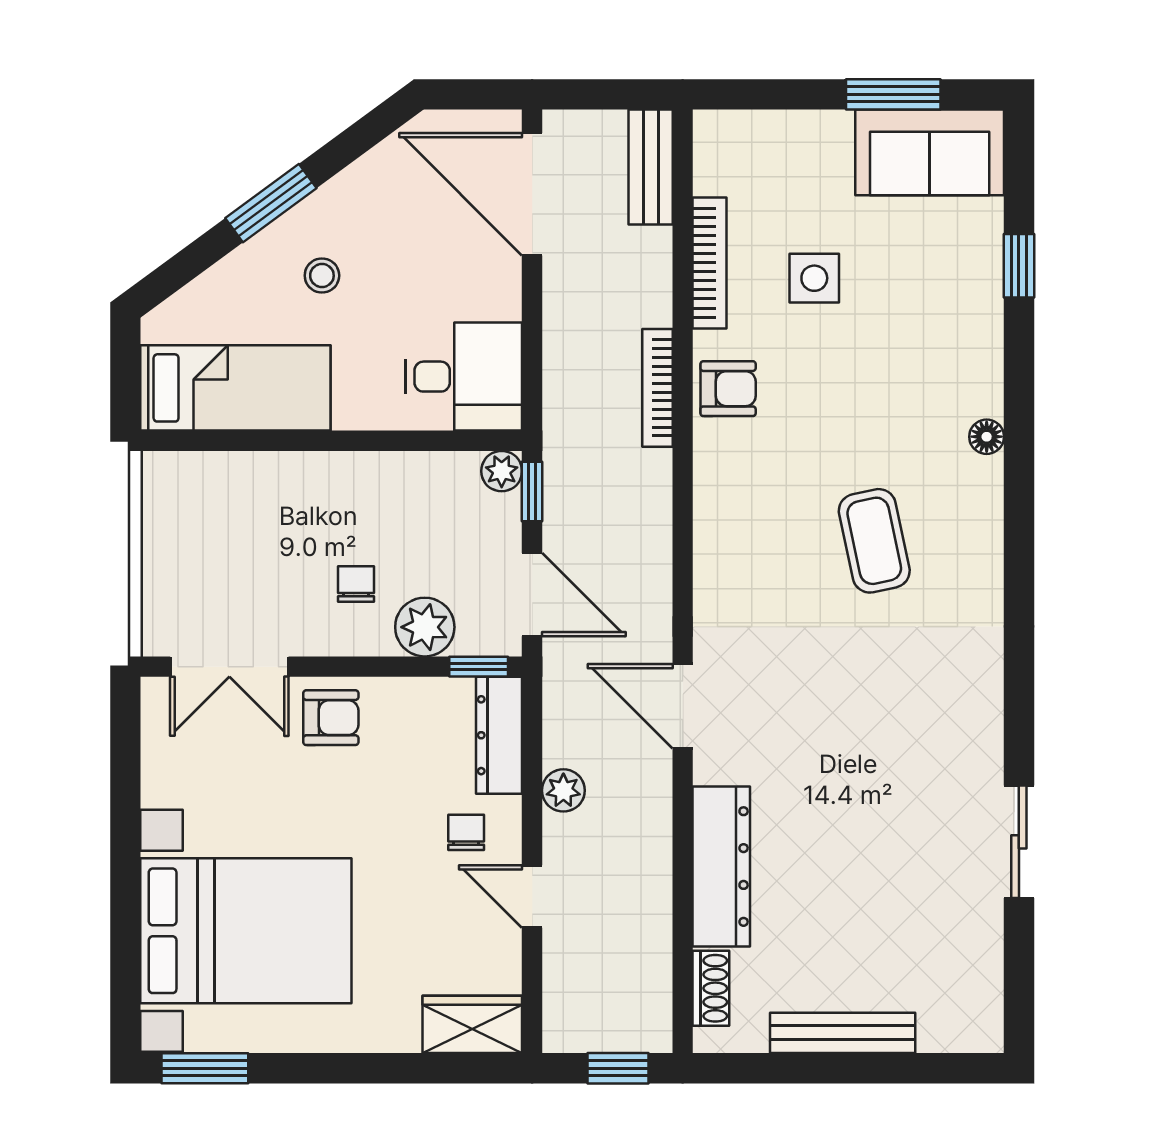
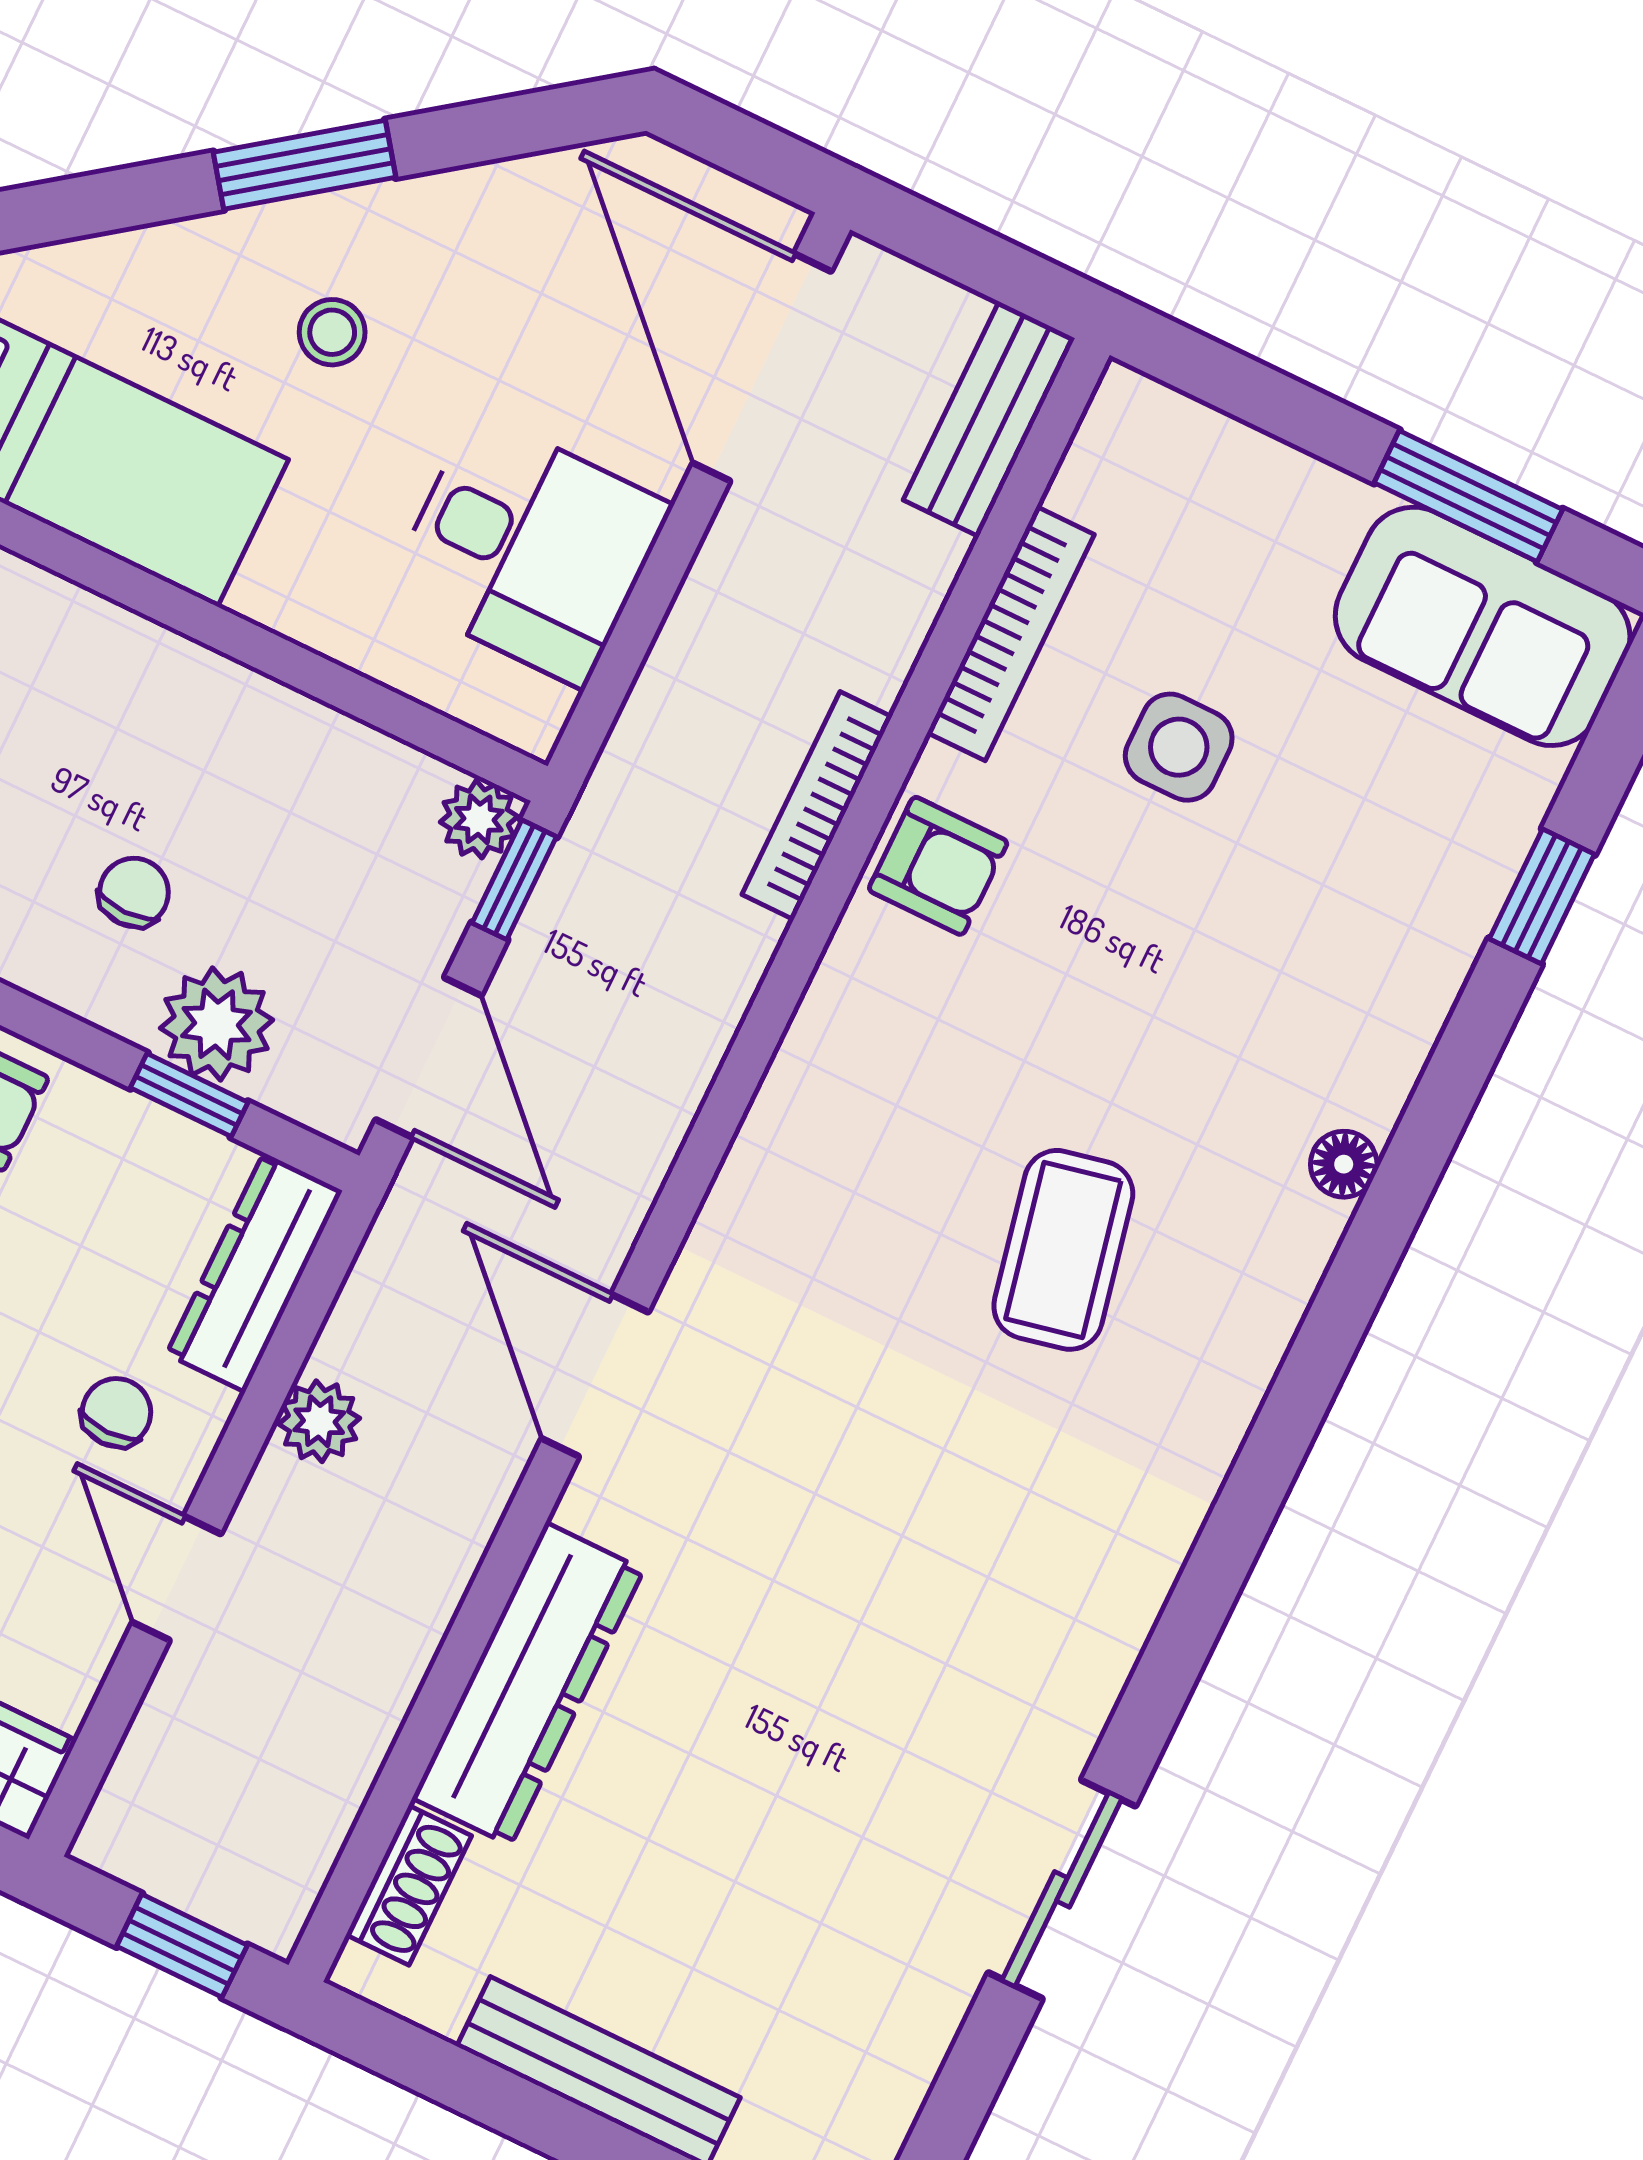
desk: (464, 377) -> (529, 549), moved
window: (479, 667) -> (189, 1095), moved

